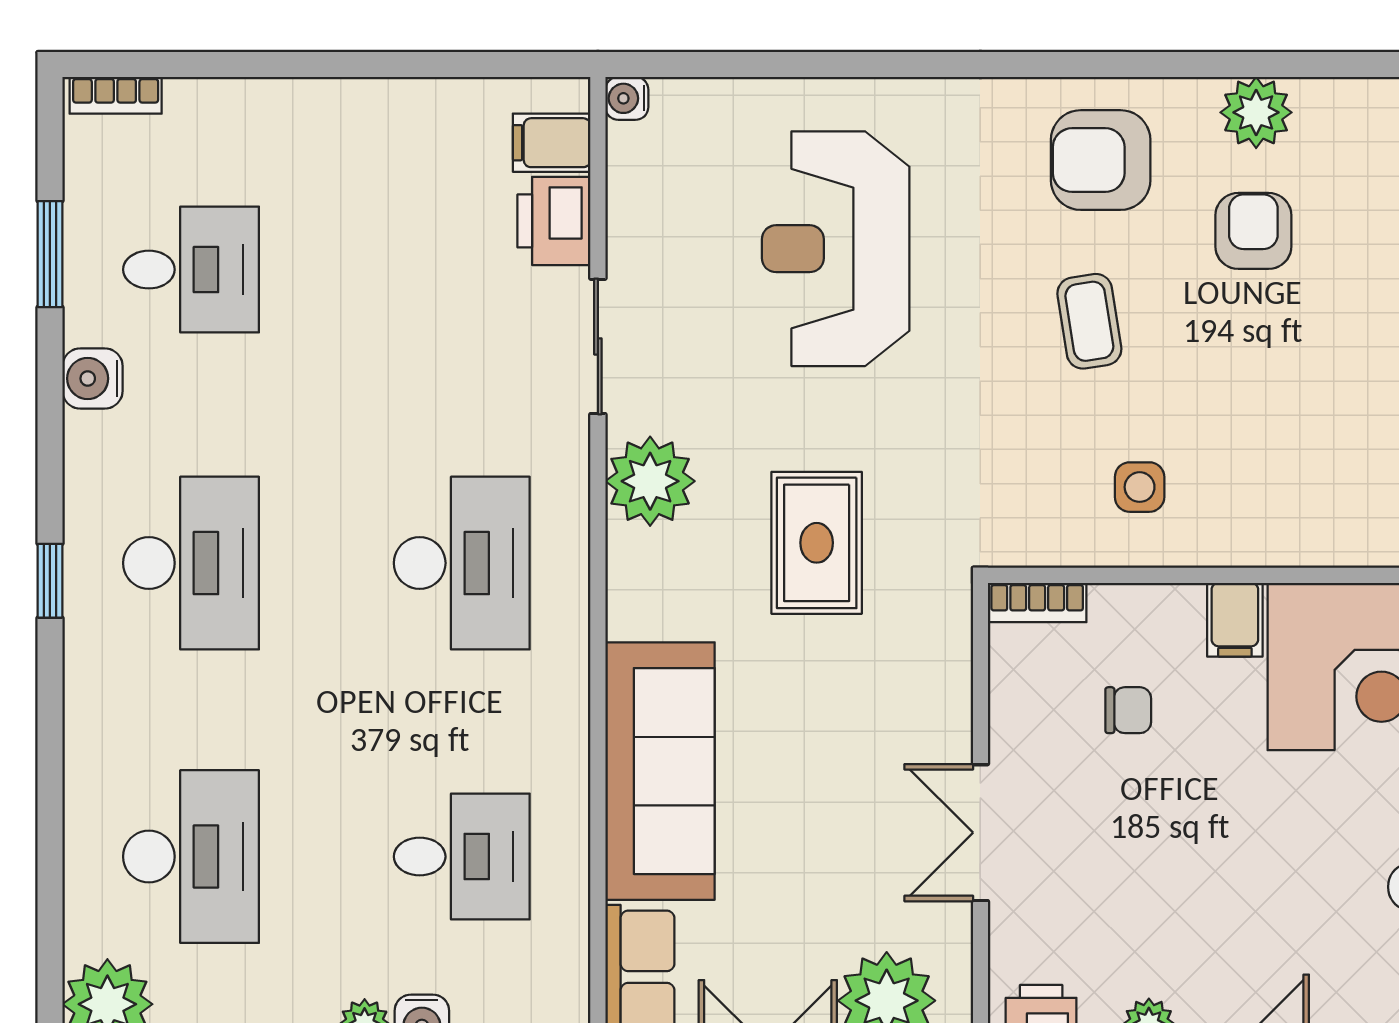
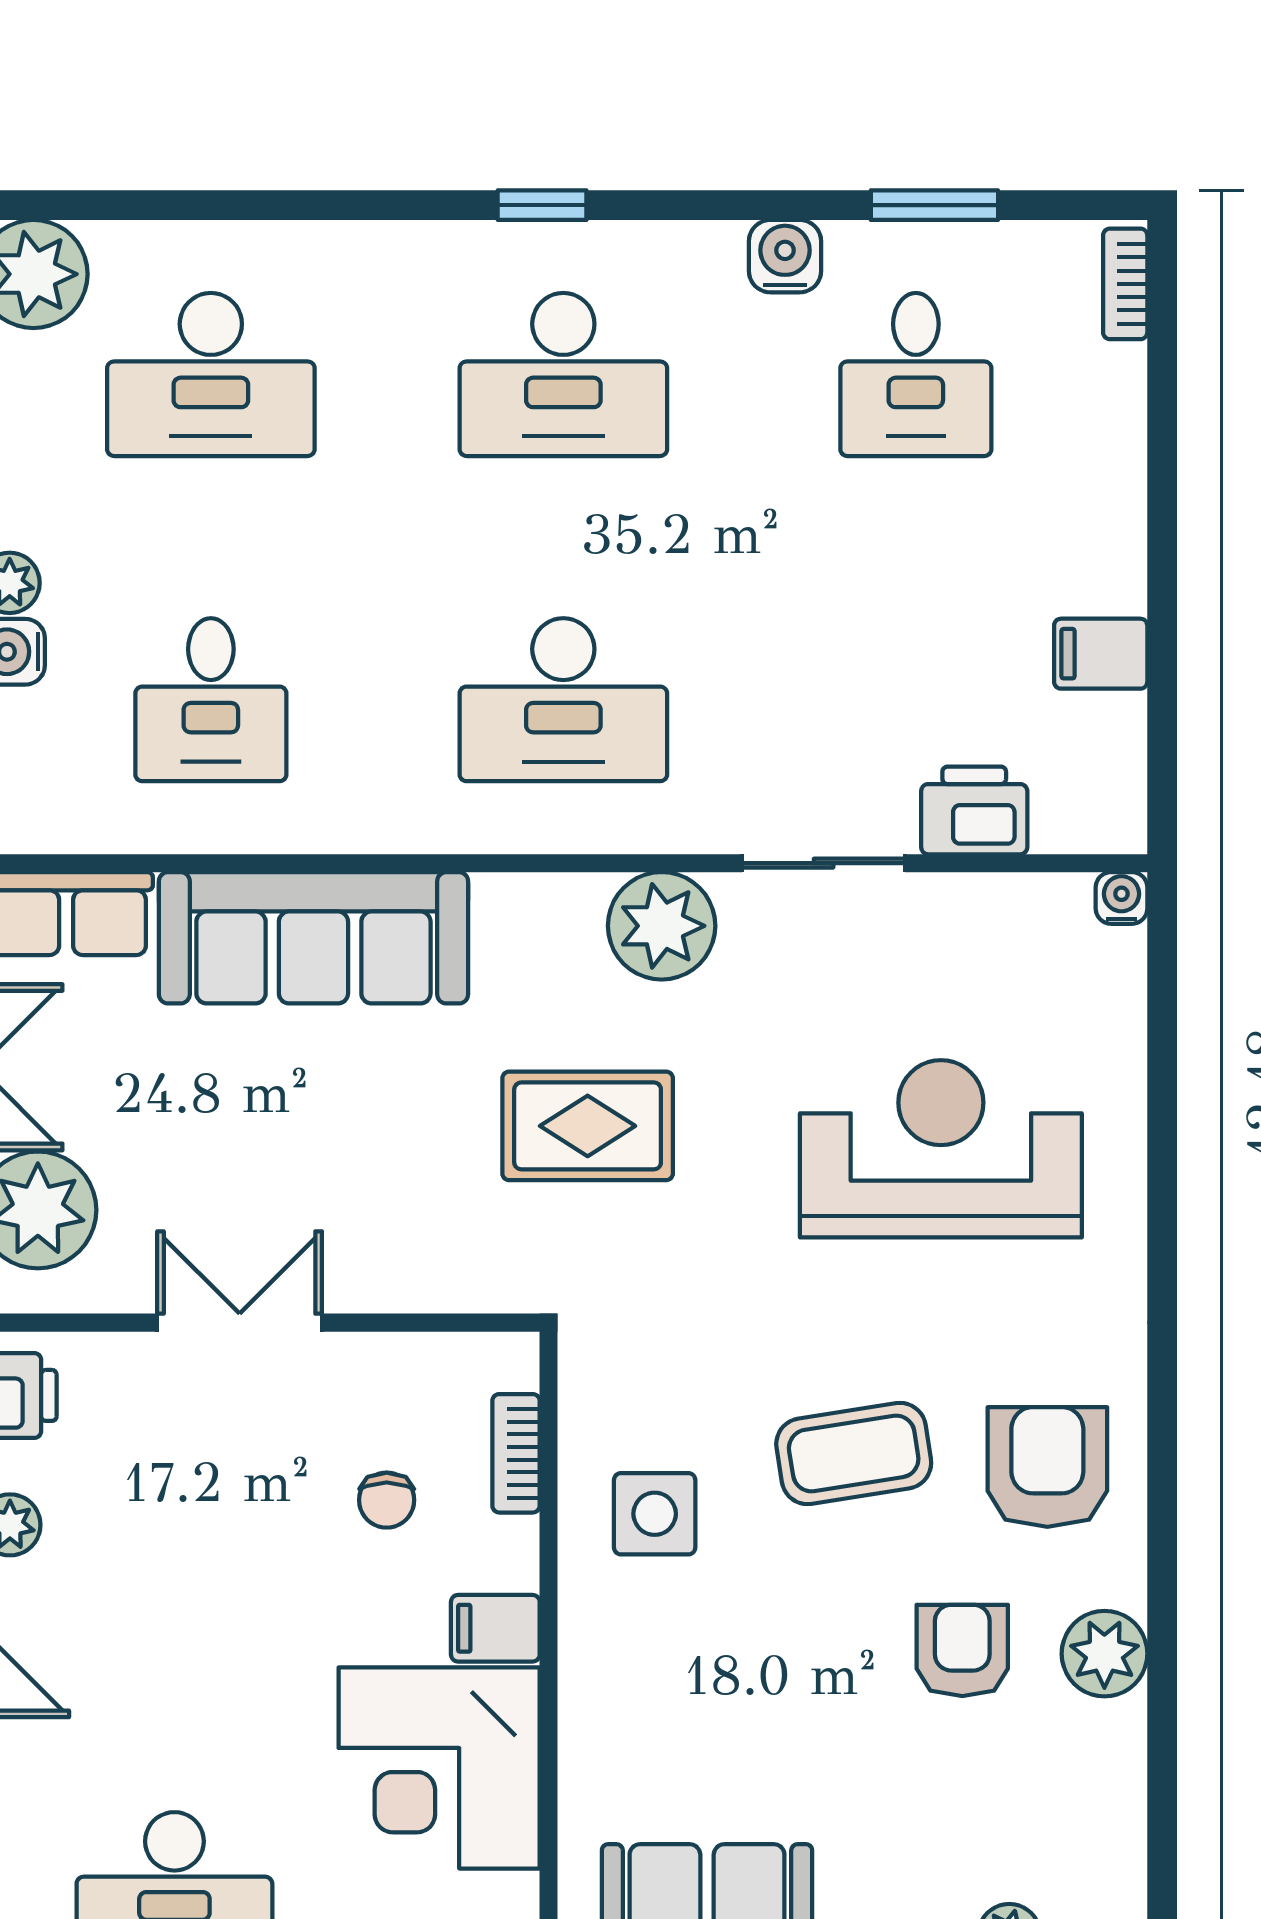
filing cabinet: (552, 143) -> (1101, 654), moved, turned -90
armchair: (1253, 231) -> (962, 1650), turned -90
coffee table: (1089, 321) -> (854, 1453), width x1.36, depth x1.30
side table: (1140, 487) -> (655, 1514), width x1.37, depth x1.37
bookcase: (1037, 603) -> (516, 1453), moved

